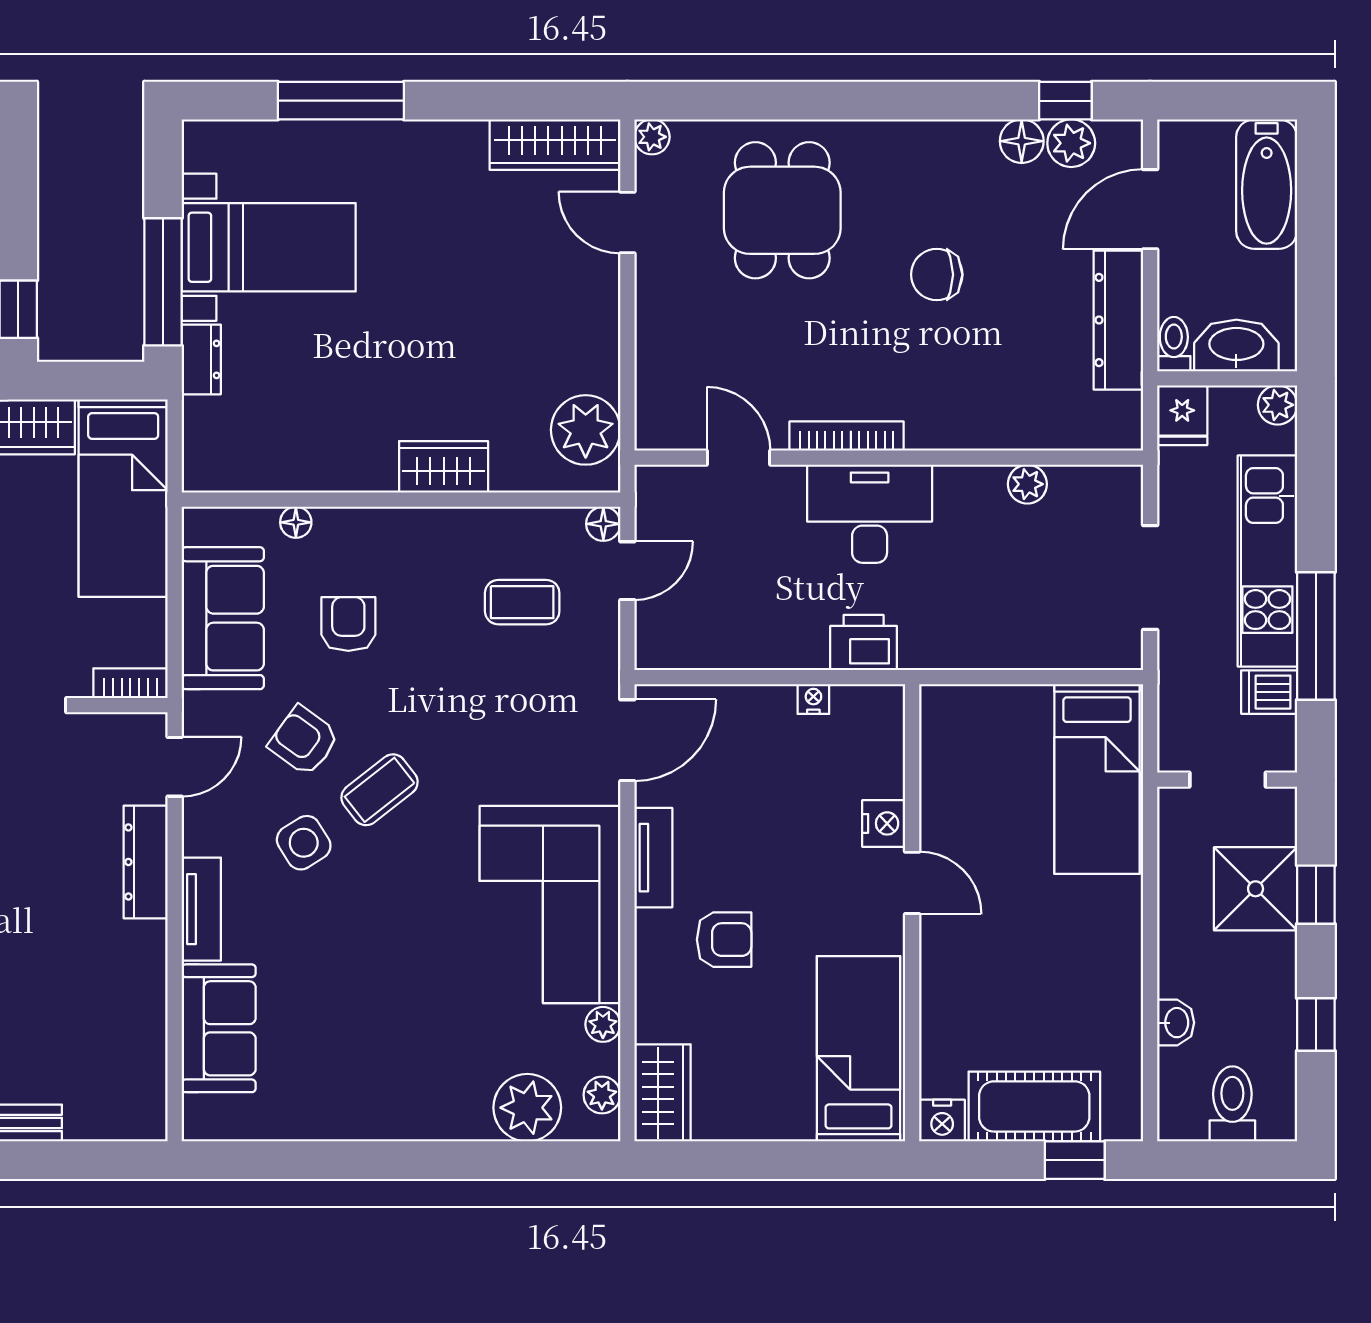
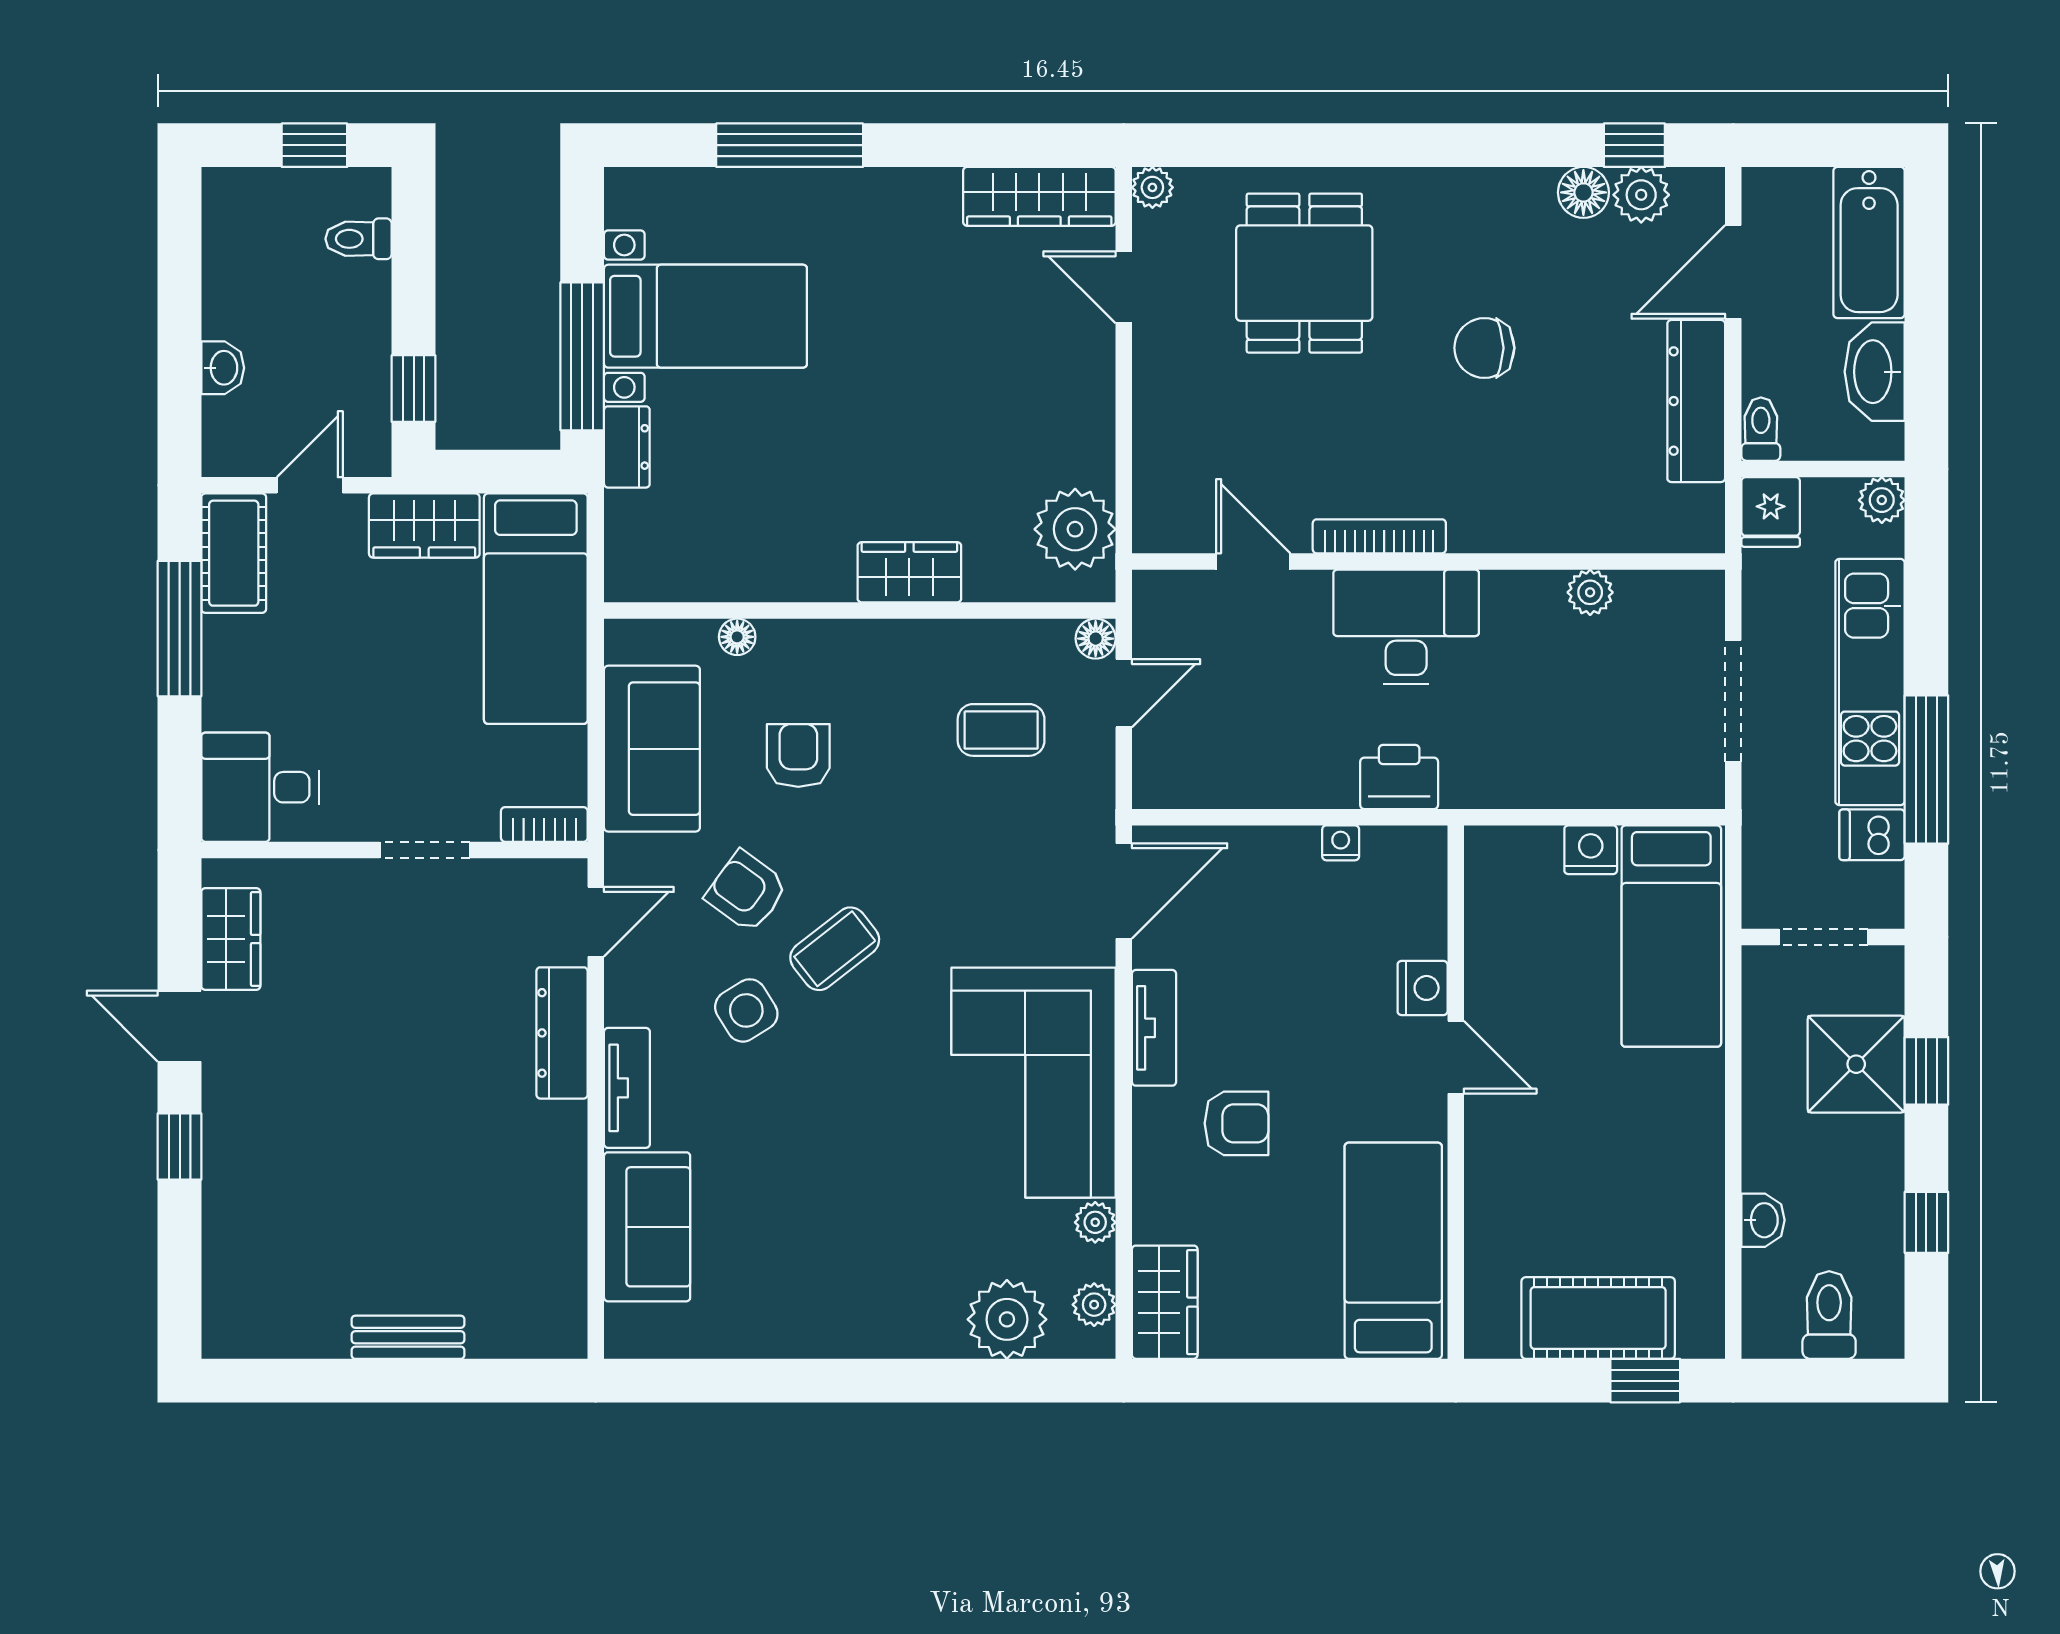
washbasin: (1236, 346) -> (1875, 372), moved, turned -90
nightstand: (942, 1121) -> (1591, 850), moved, turned 180

